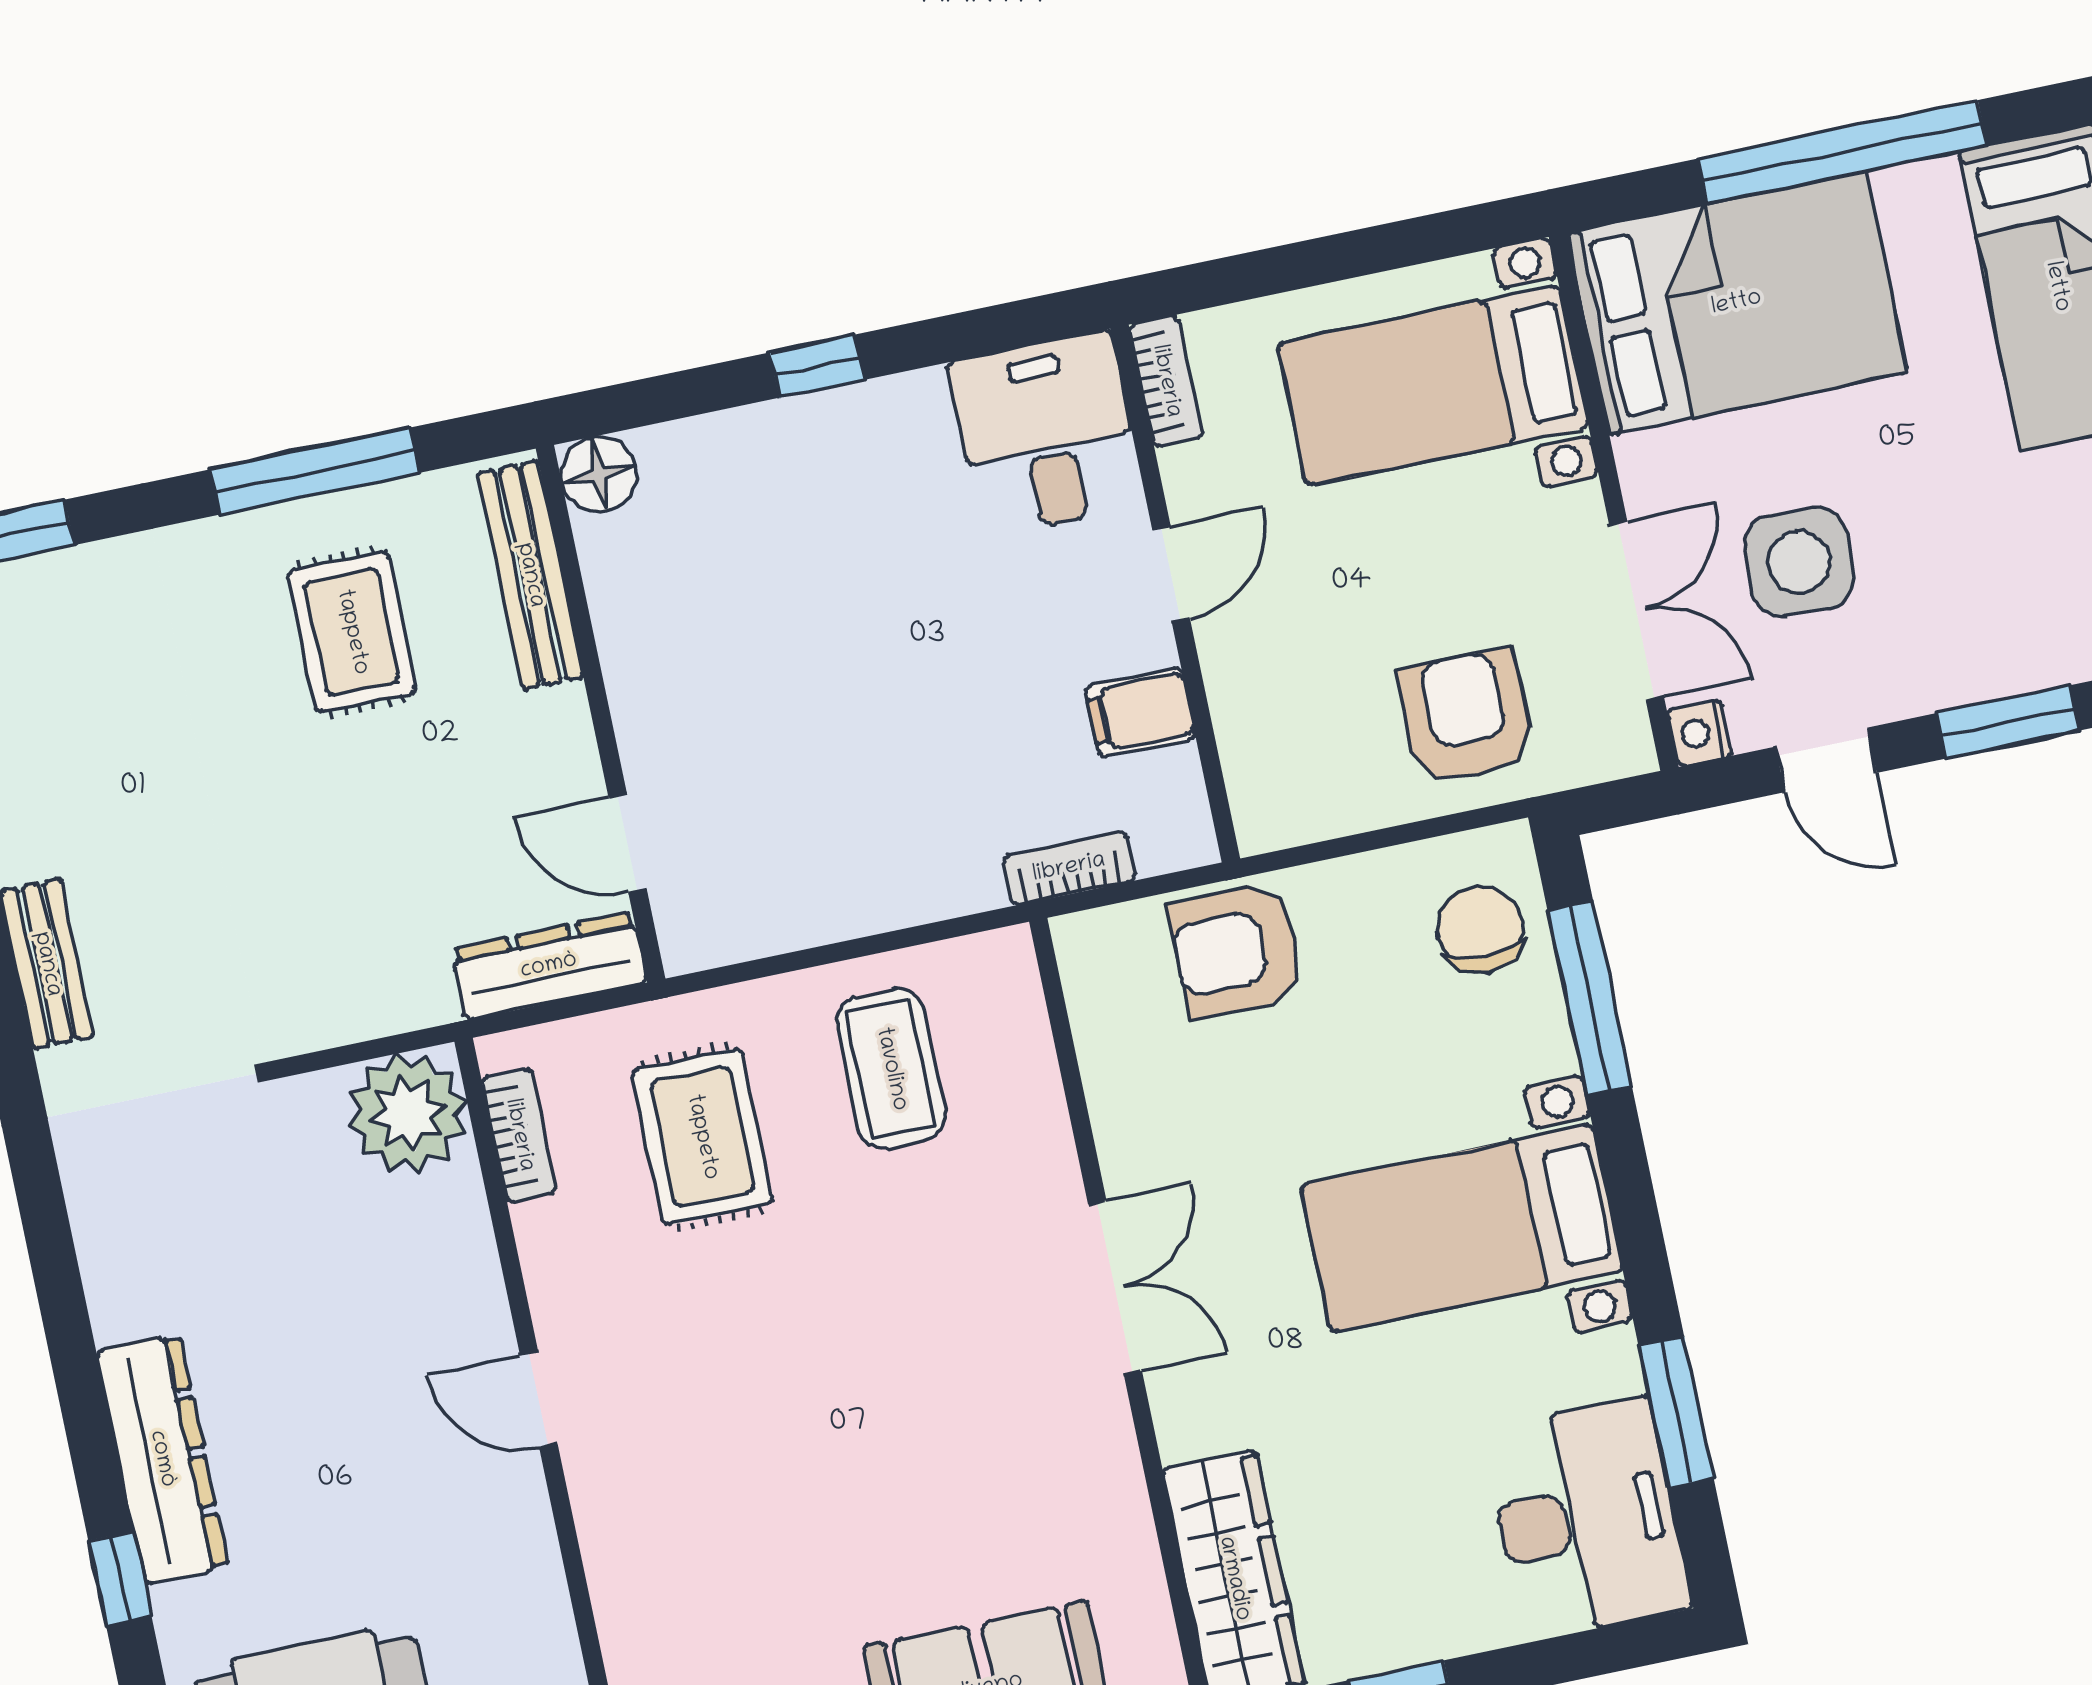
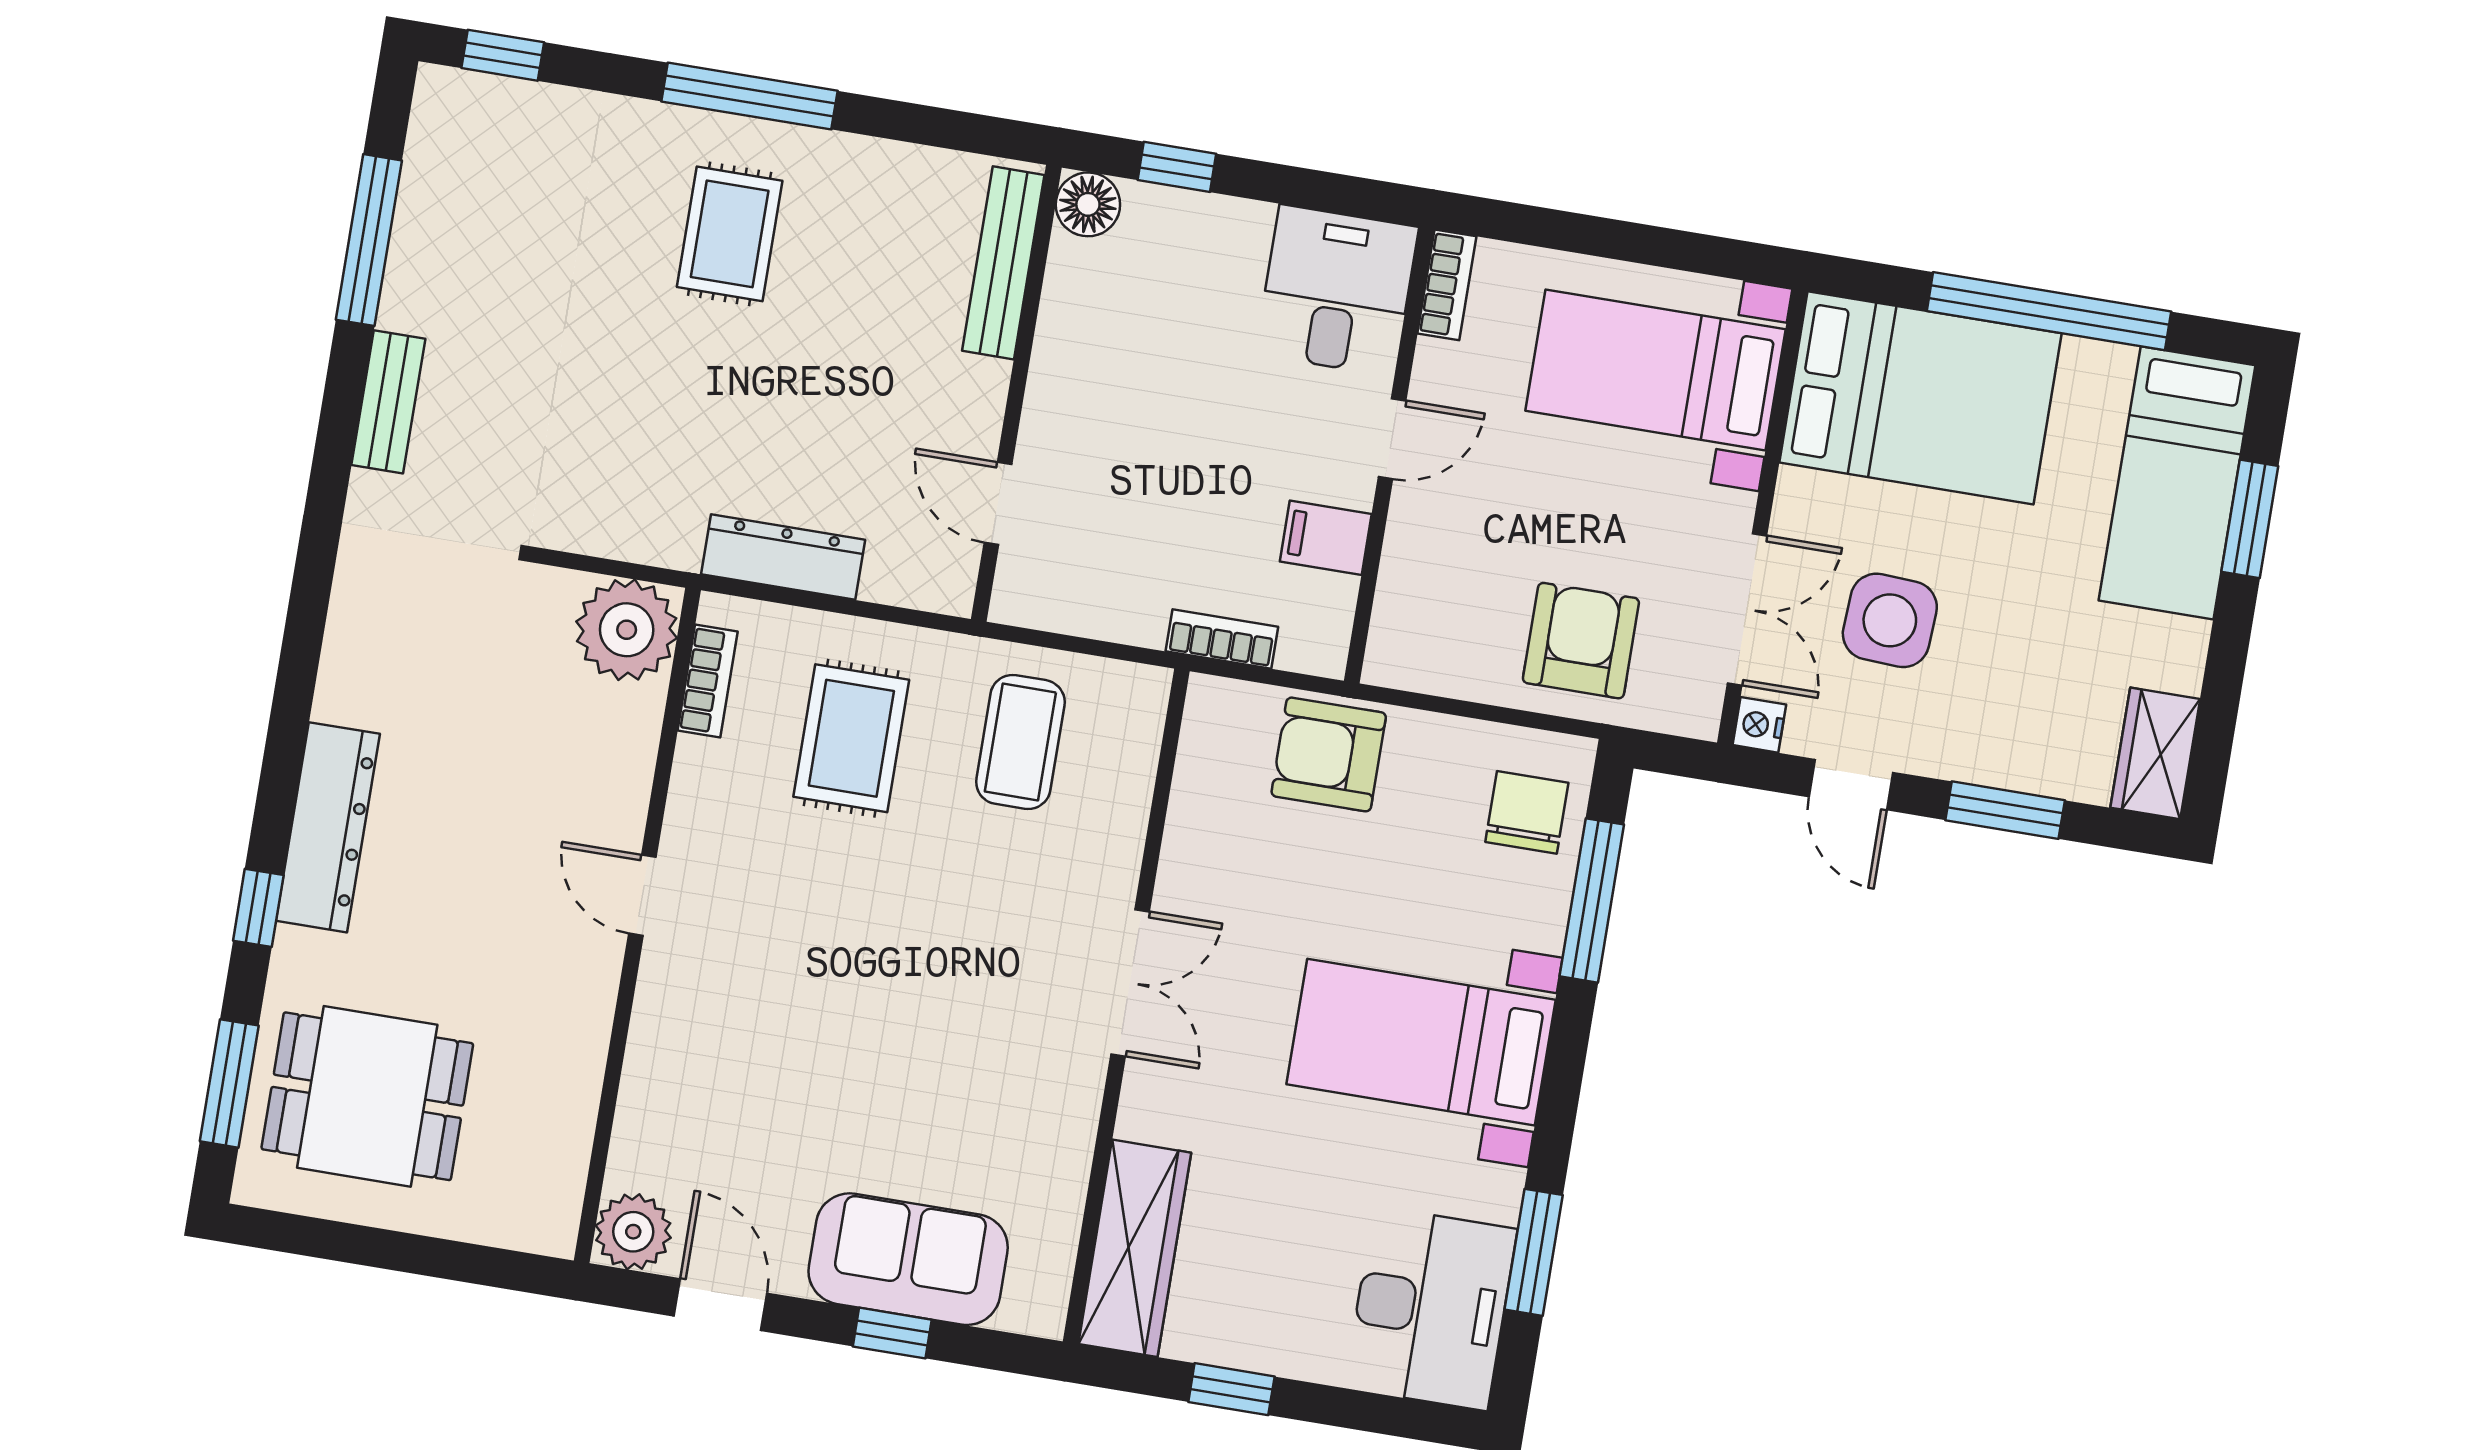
floor lamp: (599, 474) -> (1088, 204), moved
bench: (530, 575) -> (1003, 263), moved
wall: (601, 714) -> (1016, 393), moved
door: (628, 843) -> (998, 504), moved

